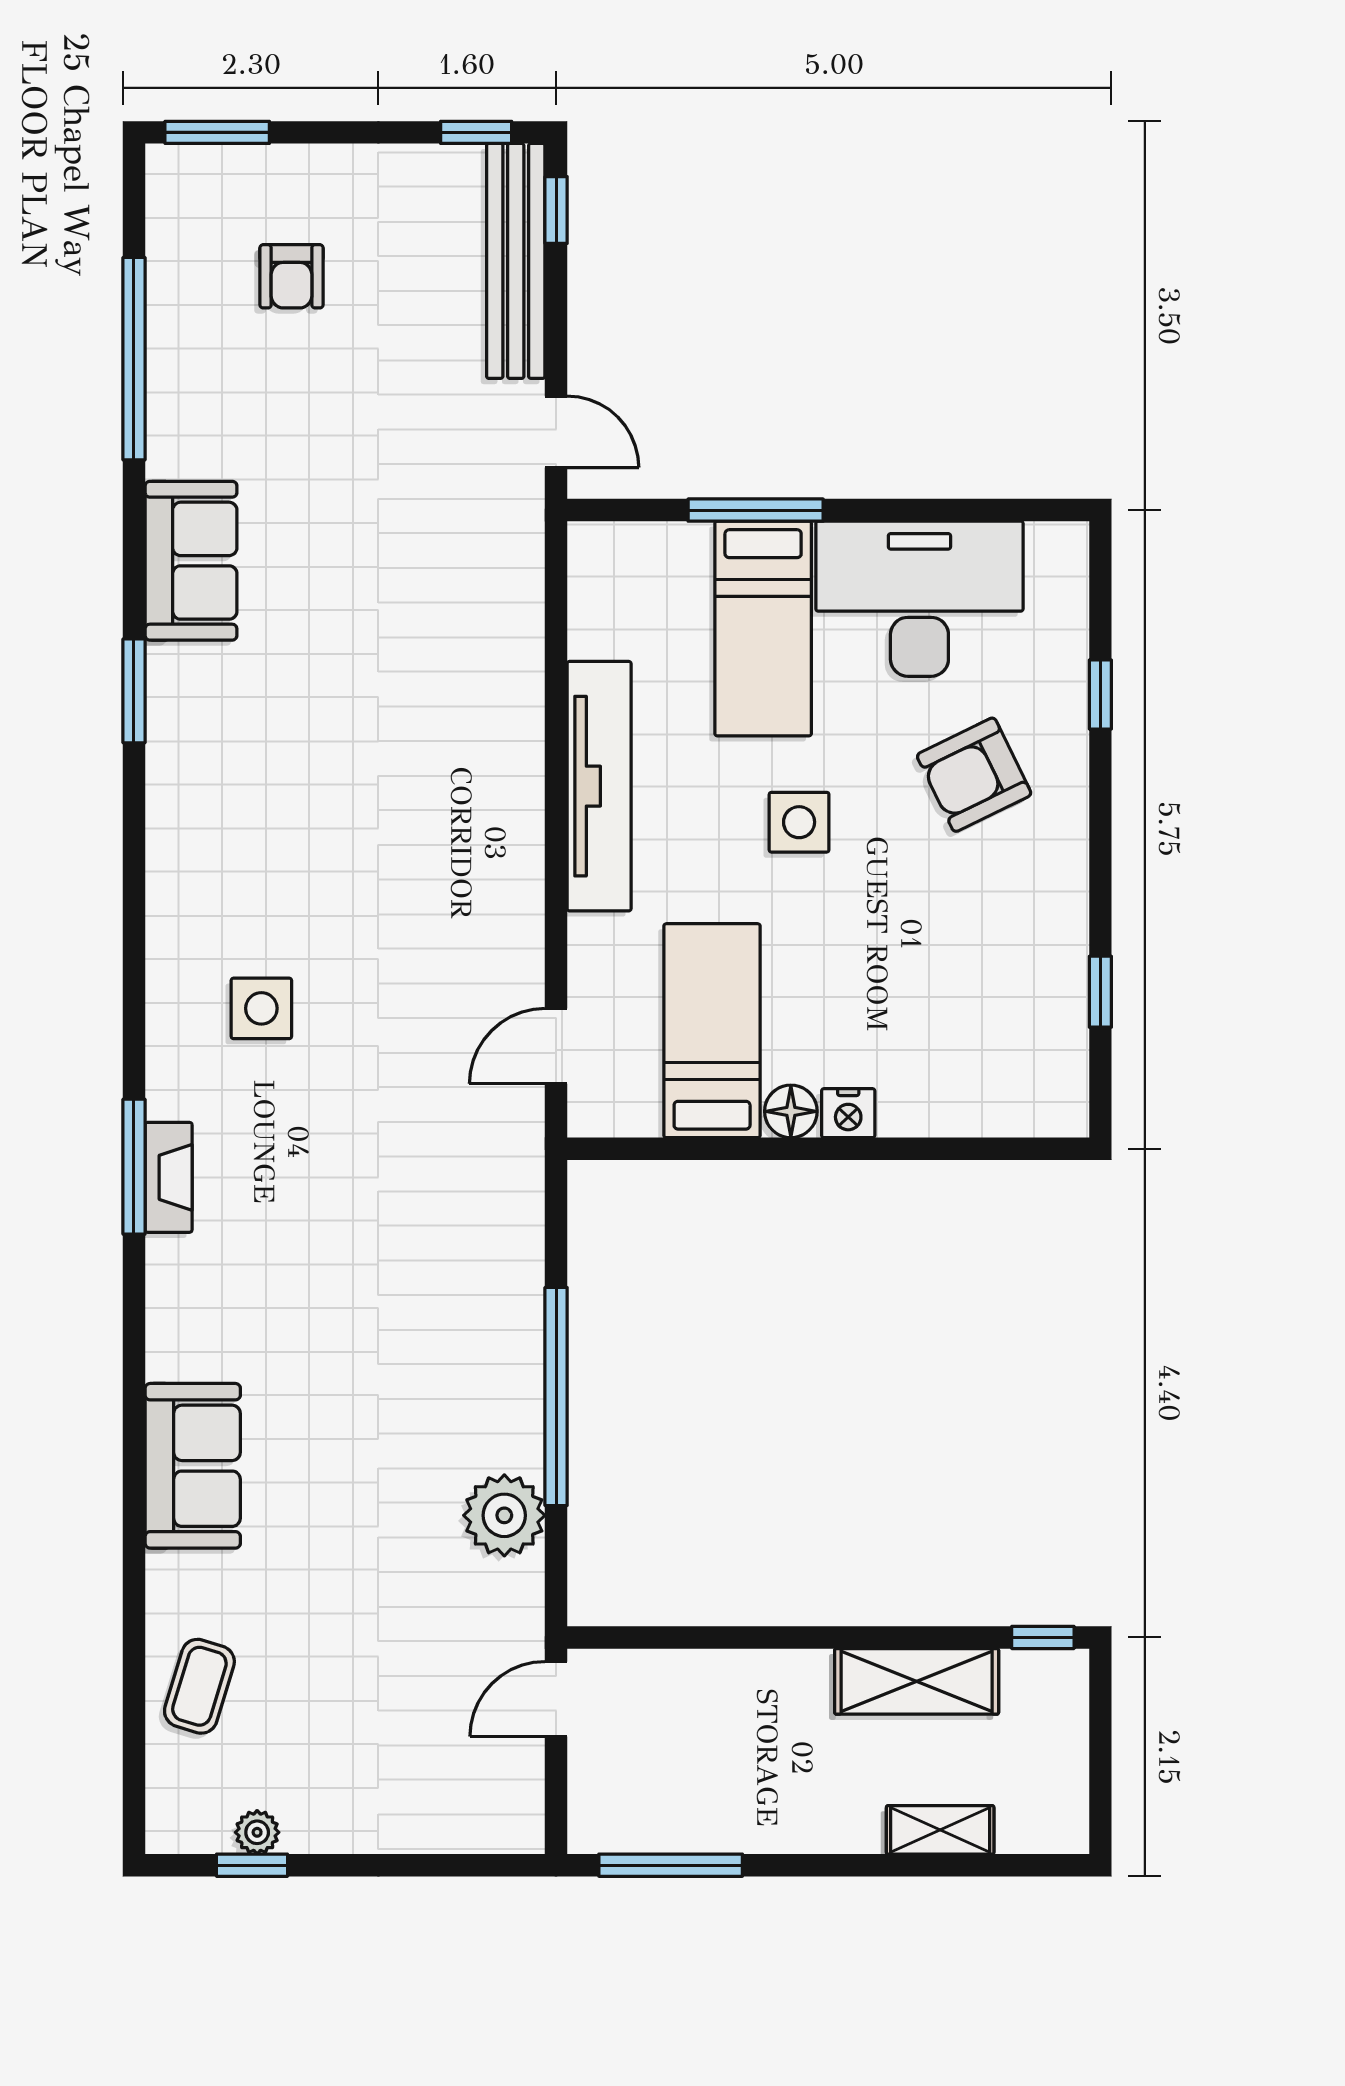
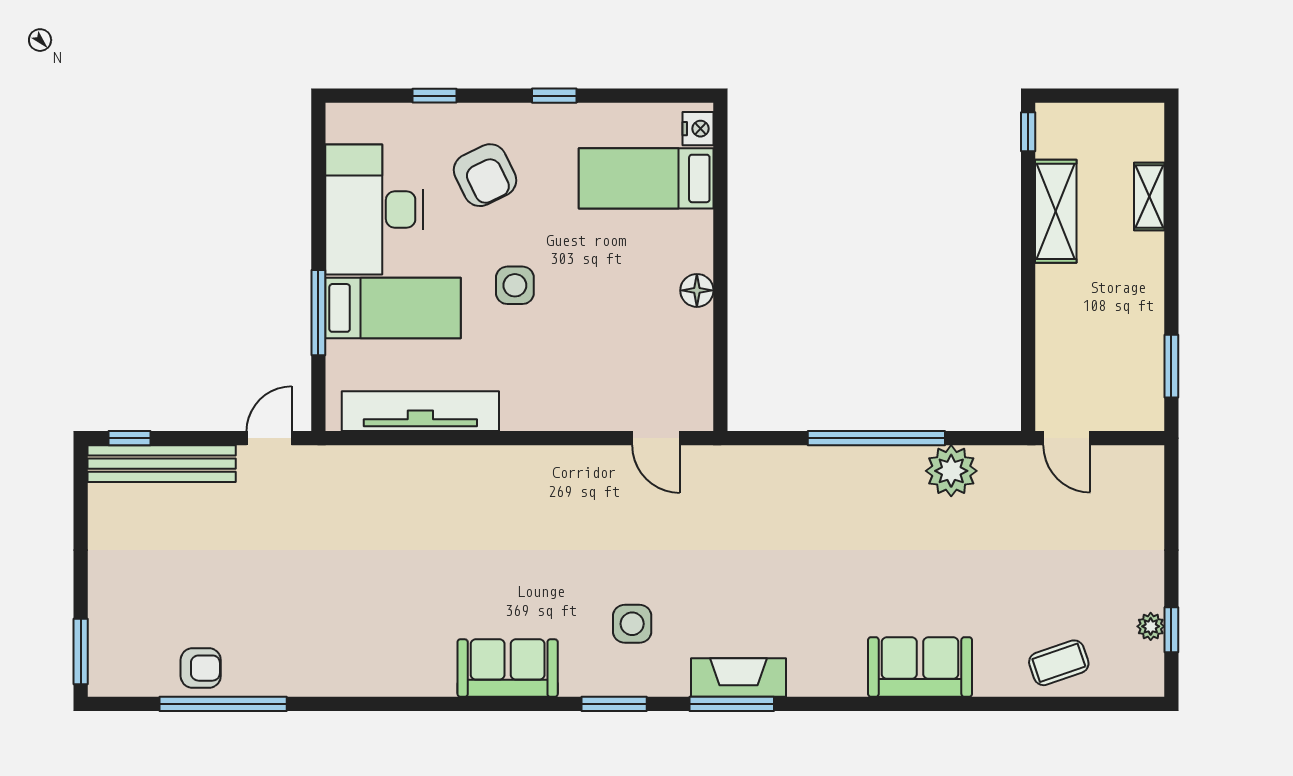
window: (476, 132) -> (81, 489), removed
armchair: (291, 276) -> (201, 668), moved
sofa: (191, 561) -> (508, 668), moved
window: (134, 691) -> (614, 704), moved
tv unit: (599, 786) -> (420, 411), moved
window: (1100, 992) -> (554, 96), moved
bed: (712, 1031) -> (646, 178), moved
nightstand: (848, 1113) -> (698, 129), moved
fireplace: (169, 1177) -> (738, 677), width x1.37, depth x1.32
coffee table: (199, 1686) -> (1059, 663), turned -36
window: (671, 1865) -> (1171, 366), width x0.69

